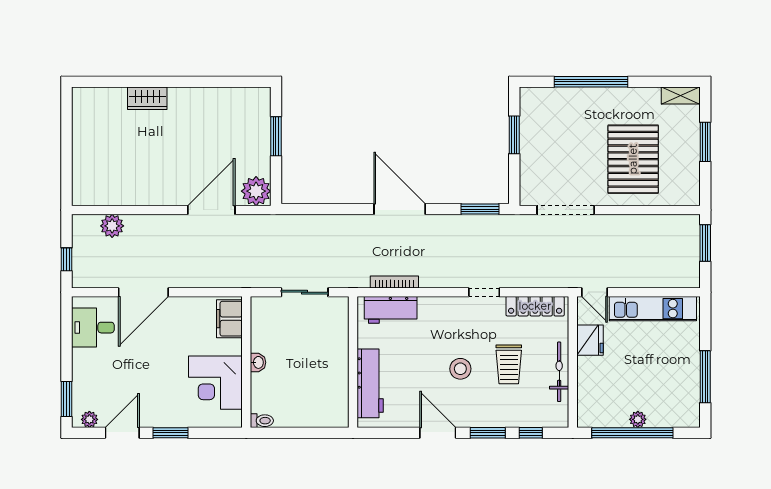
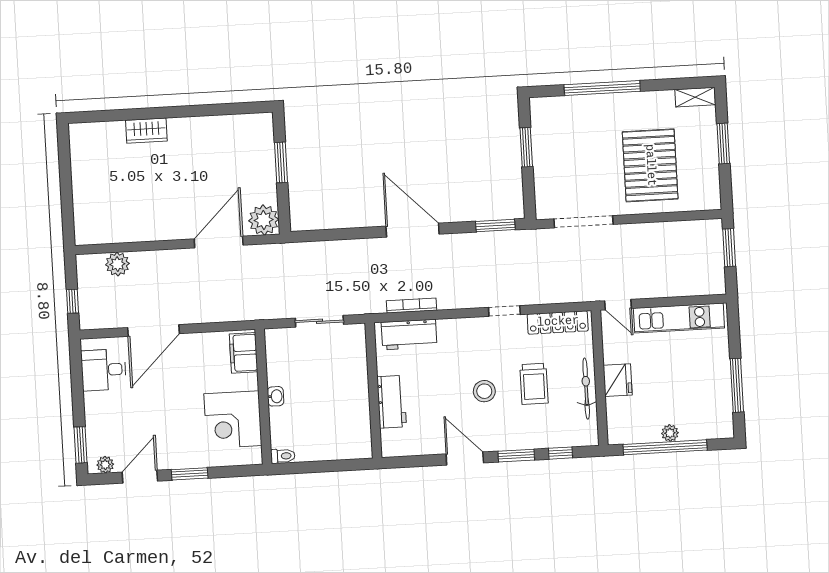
fridge: (590, 340) -> (618, 380), moved
workbench: (370, 383) -> (392, 402), width x0.73

